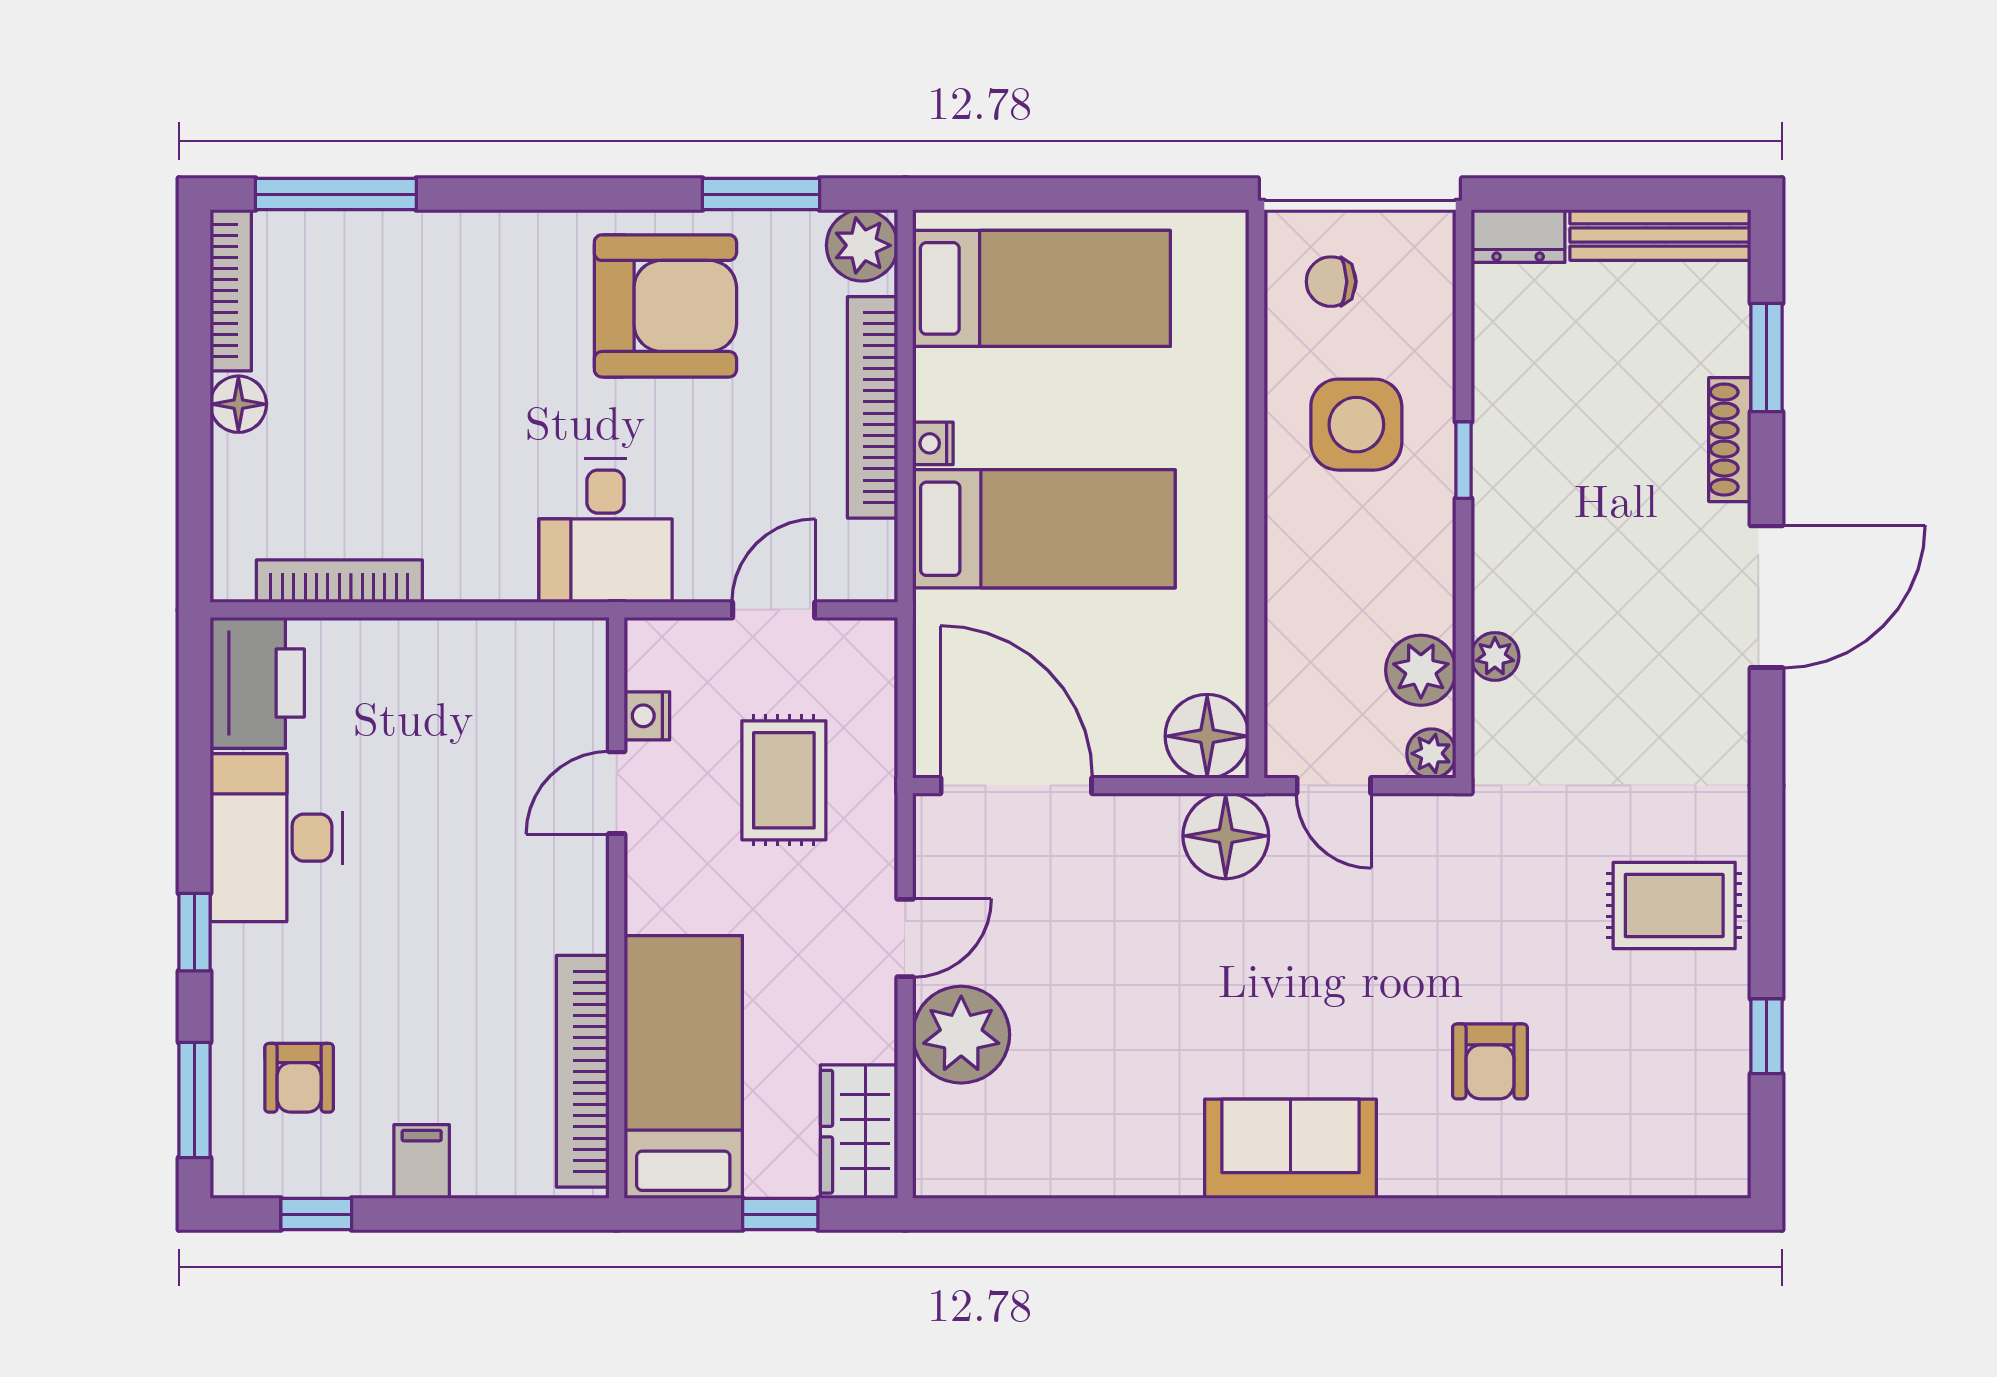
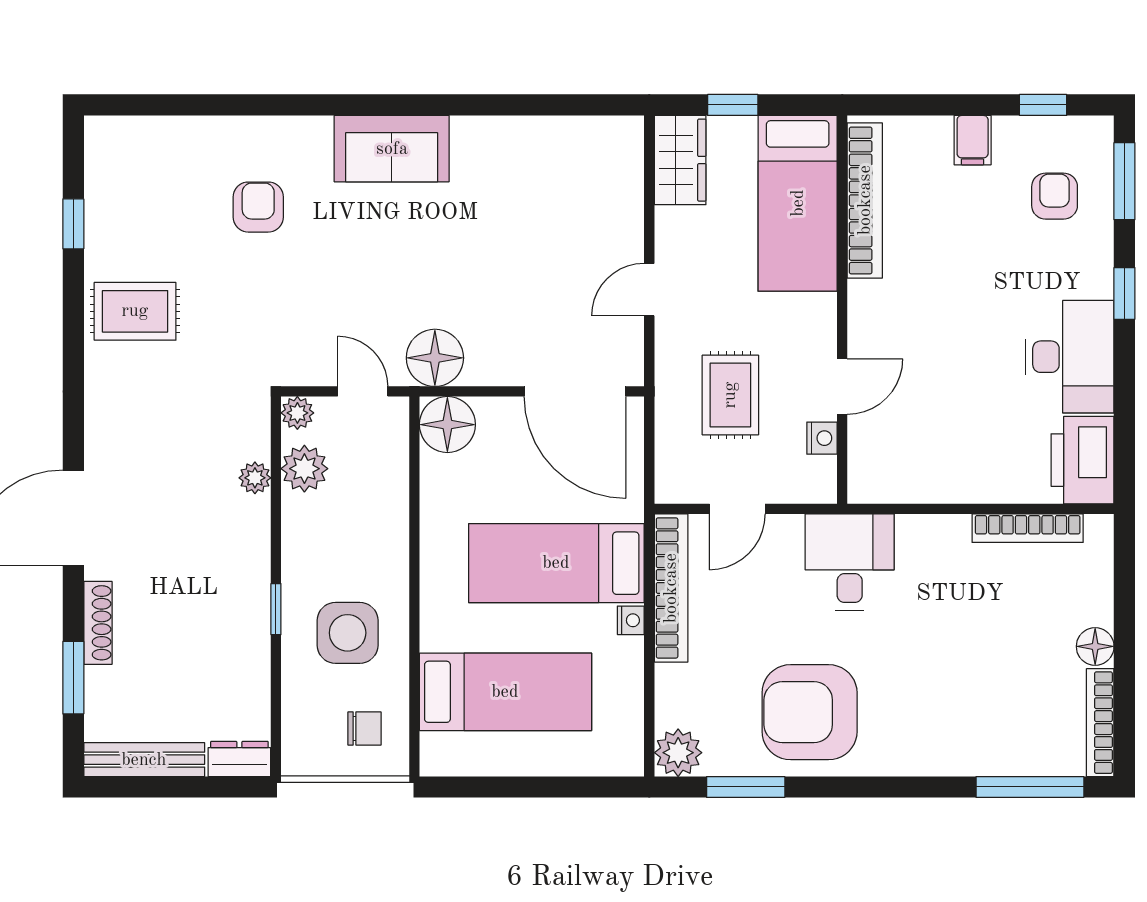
bed: (1042, 288) -> (505, 692), moved, turned 180
bookcase: (873, 407) -> (671, 588), moved
plant: (961, 1035) -> (612, 225), removed

